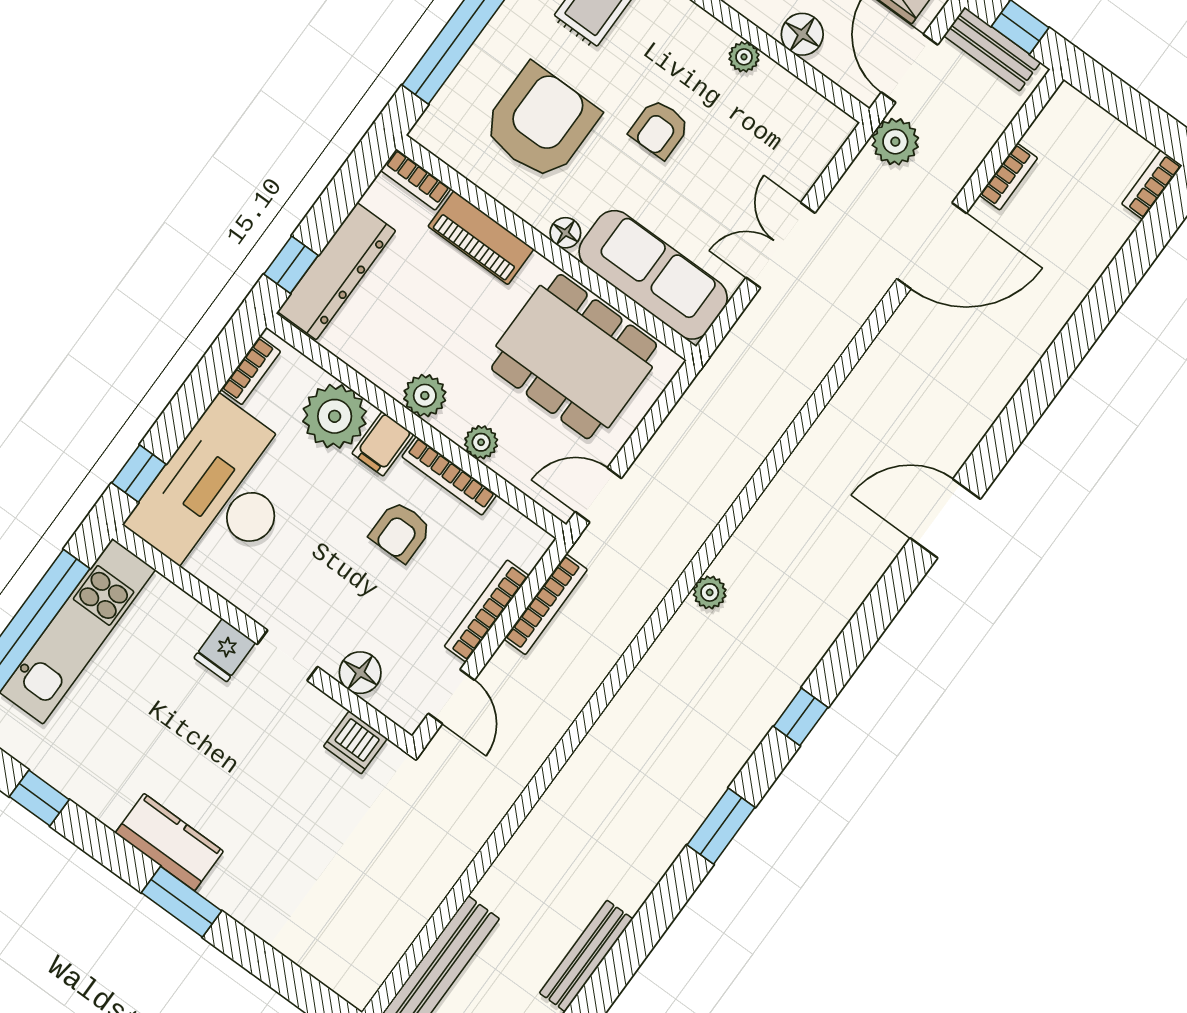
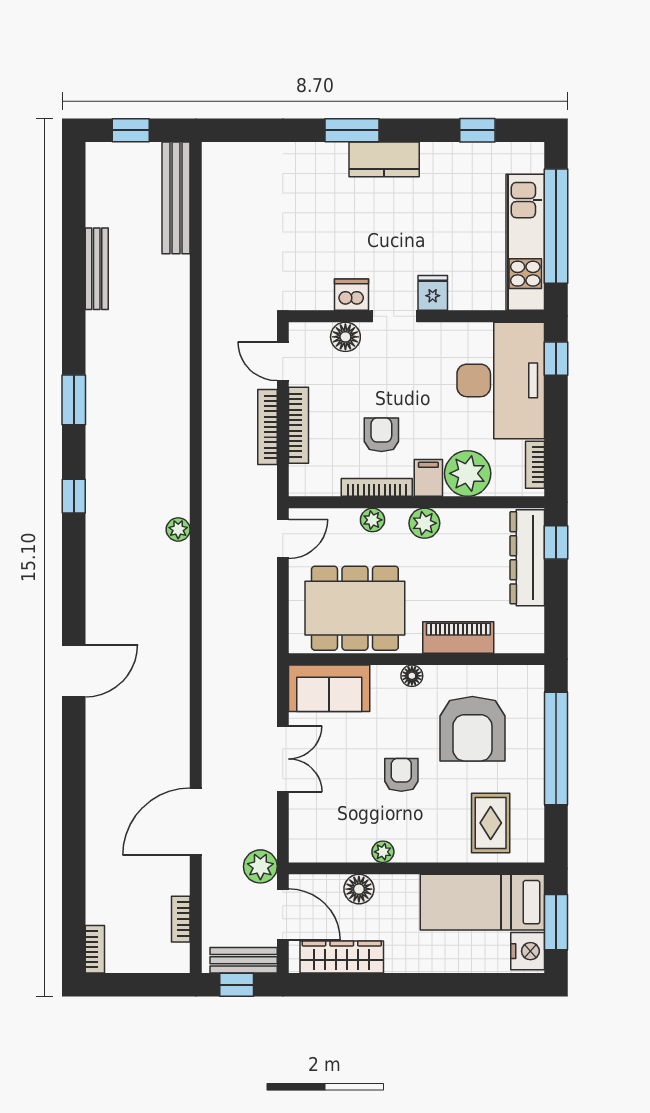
bookcase: (1008, 177) -> (181, 919), moved
bookcase: (416, 179) -> (520, 644), removed
sofa: (653, 275) -> (329, 688), width x0.73
bookcase: (546, 604) -> (267, 427), moved
dishwasher: (355, 742) -> (351, 295), moved

